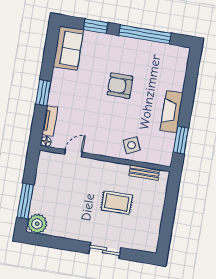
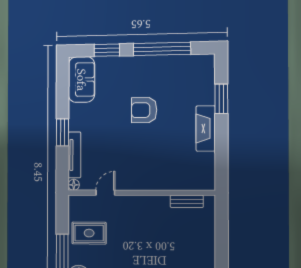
tv unit: (50, 121) -> (74, 155), width x1.41
window: (181, 140) -> (221, 99), moved
side table: (132, 145) -> (168, 173), removed
rug: (117, 203) -> (89, 233), moved

